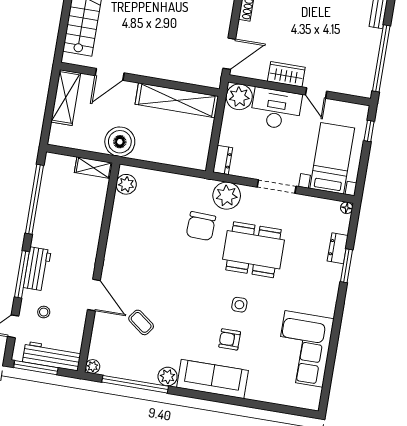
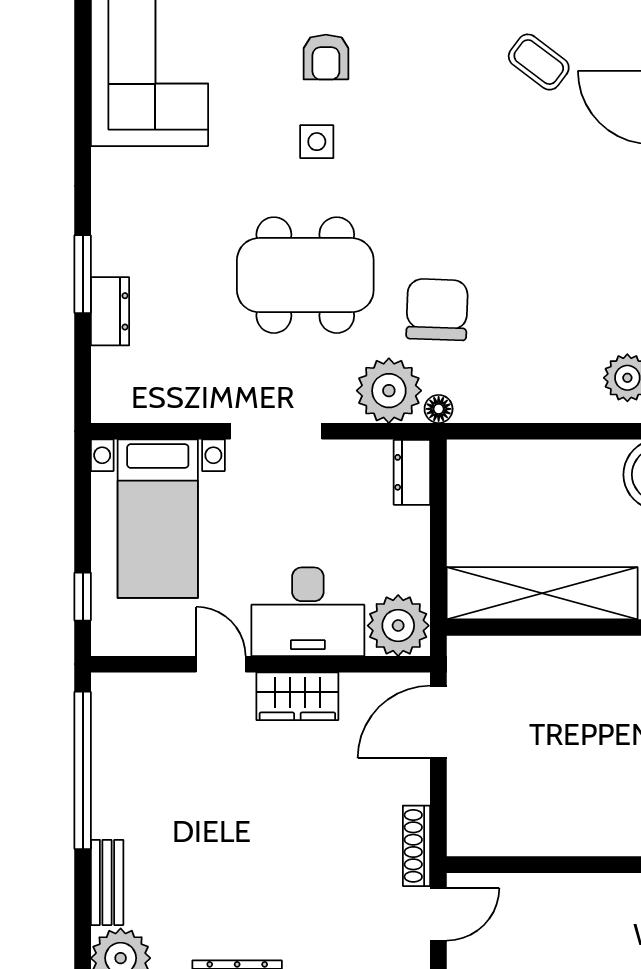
floor lamp: (347, 208) -> (439, 409), moved
armchair: (230, 339) -> (326, 57), turned 90

